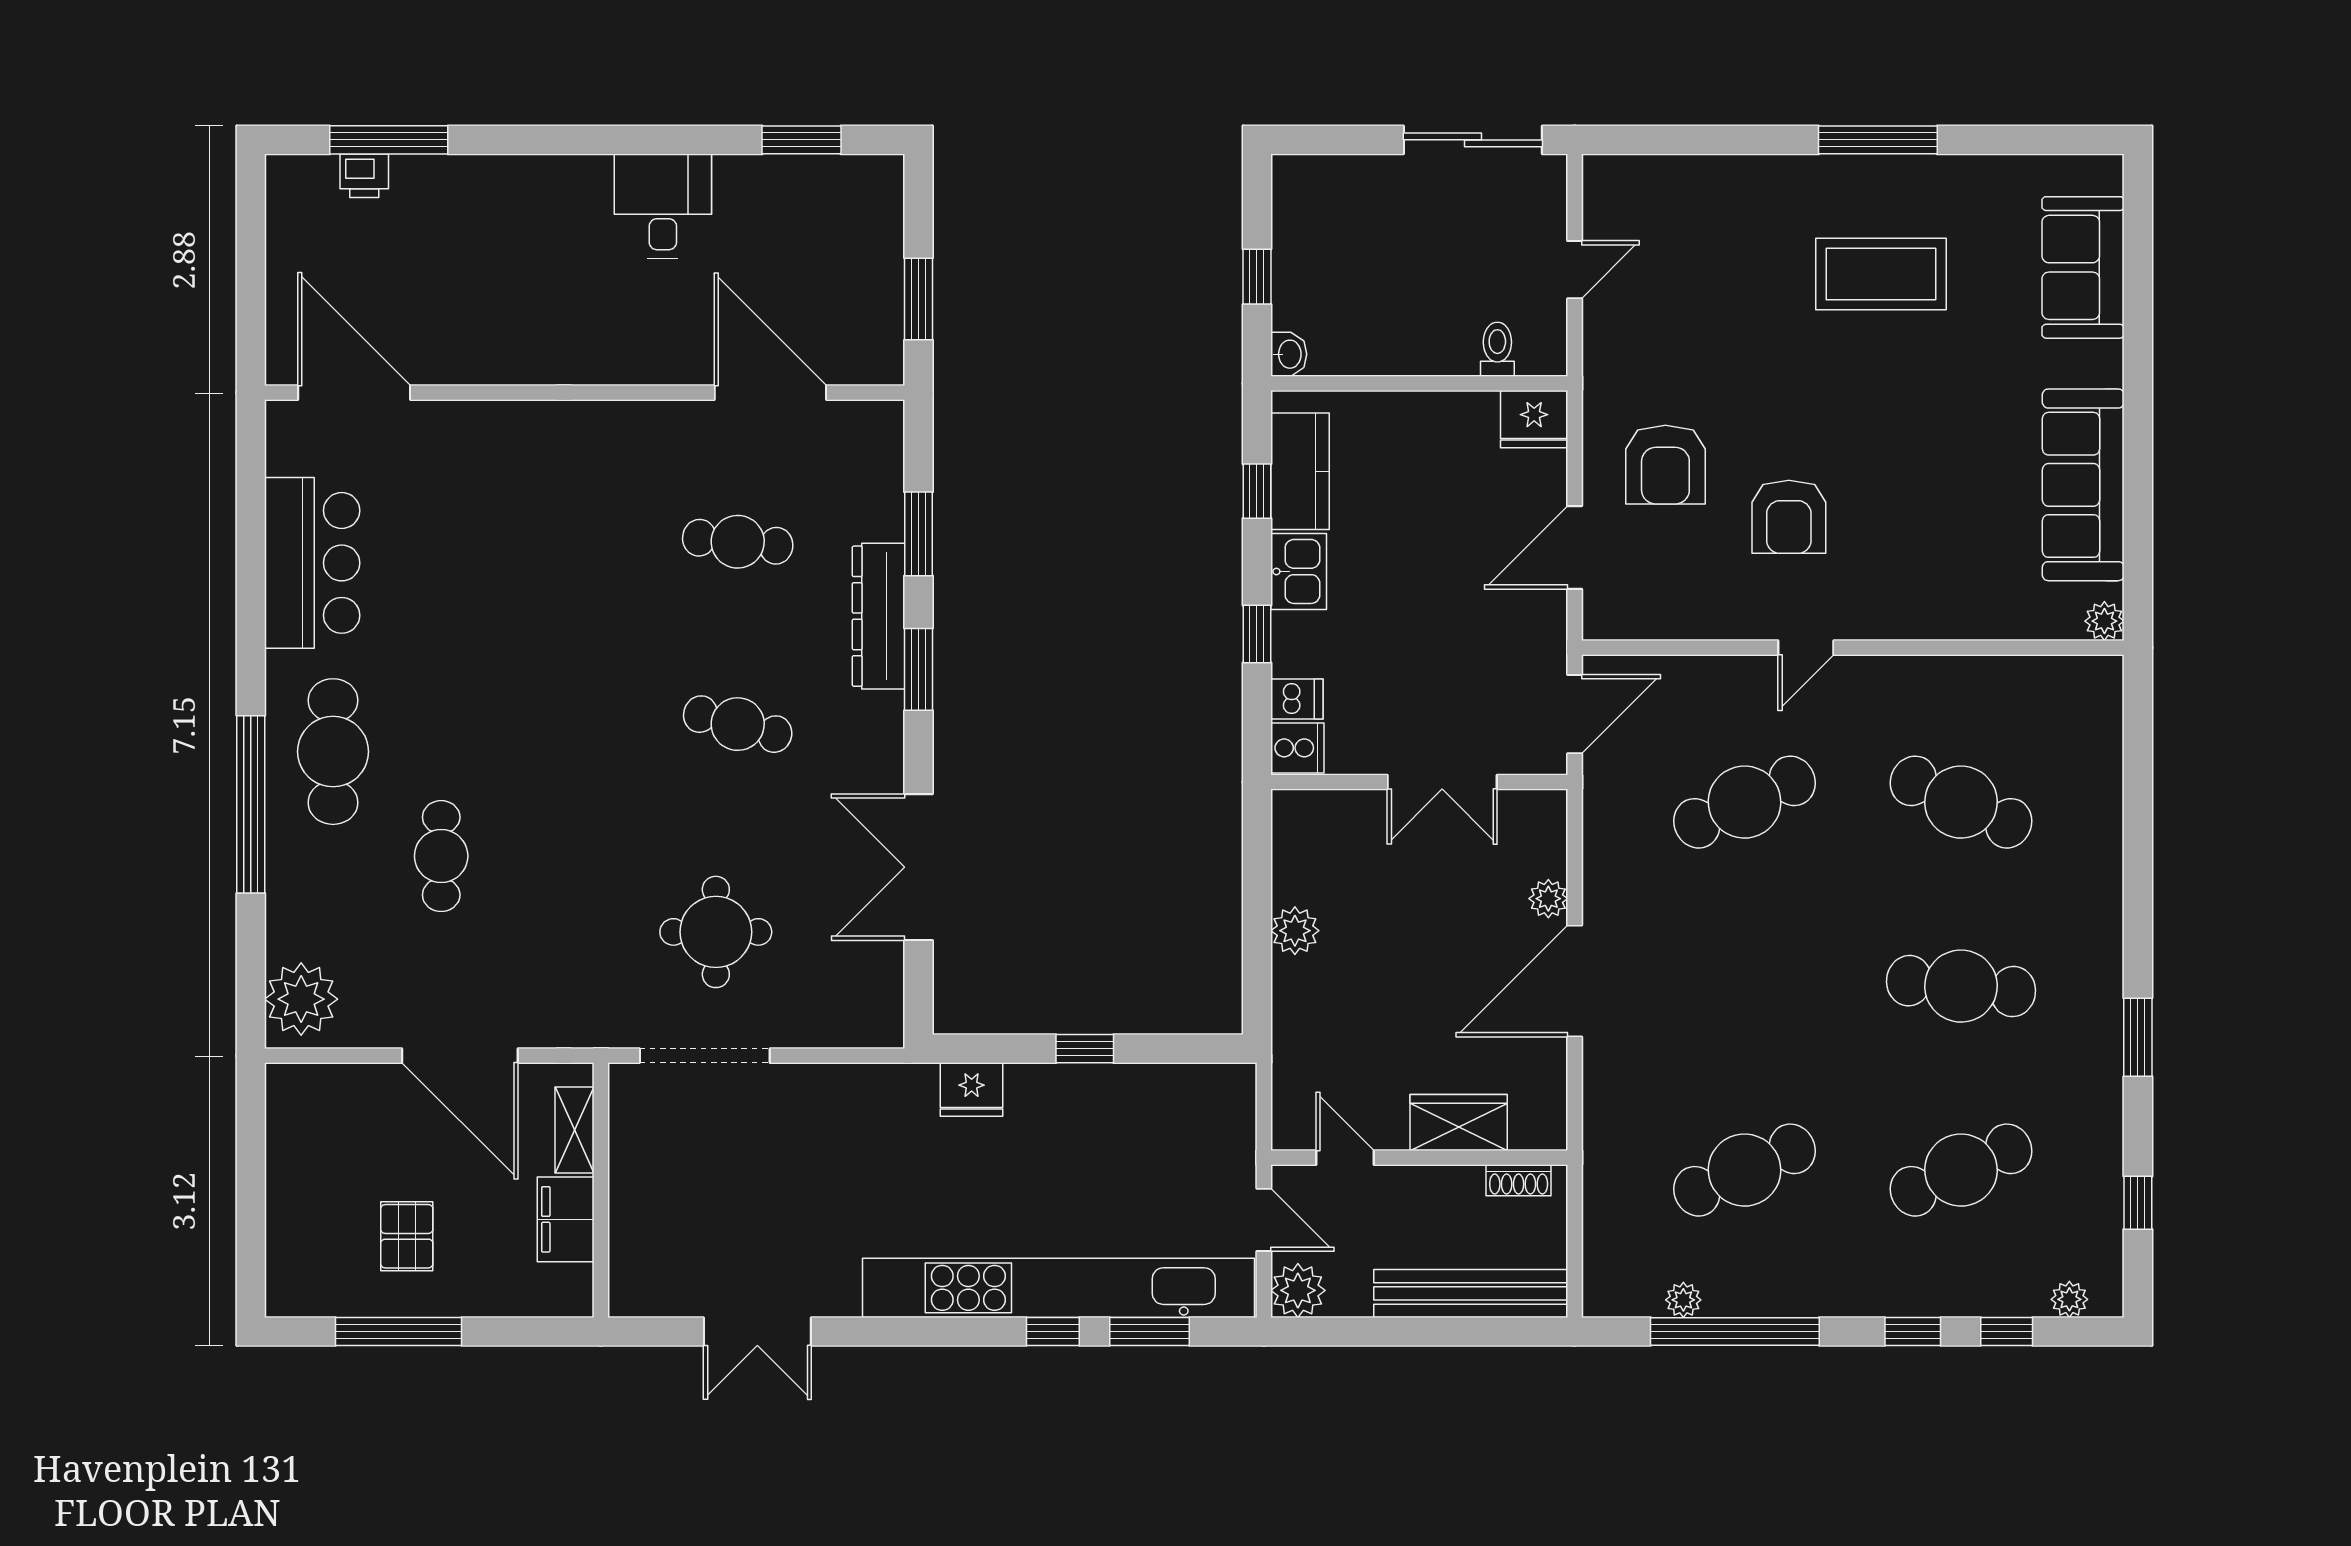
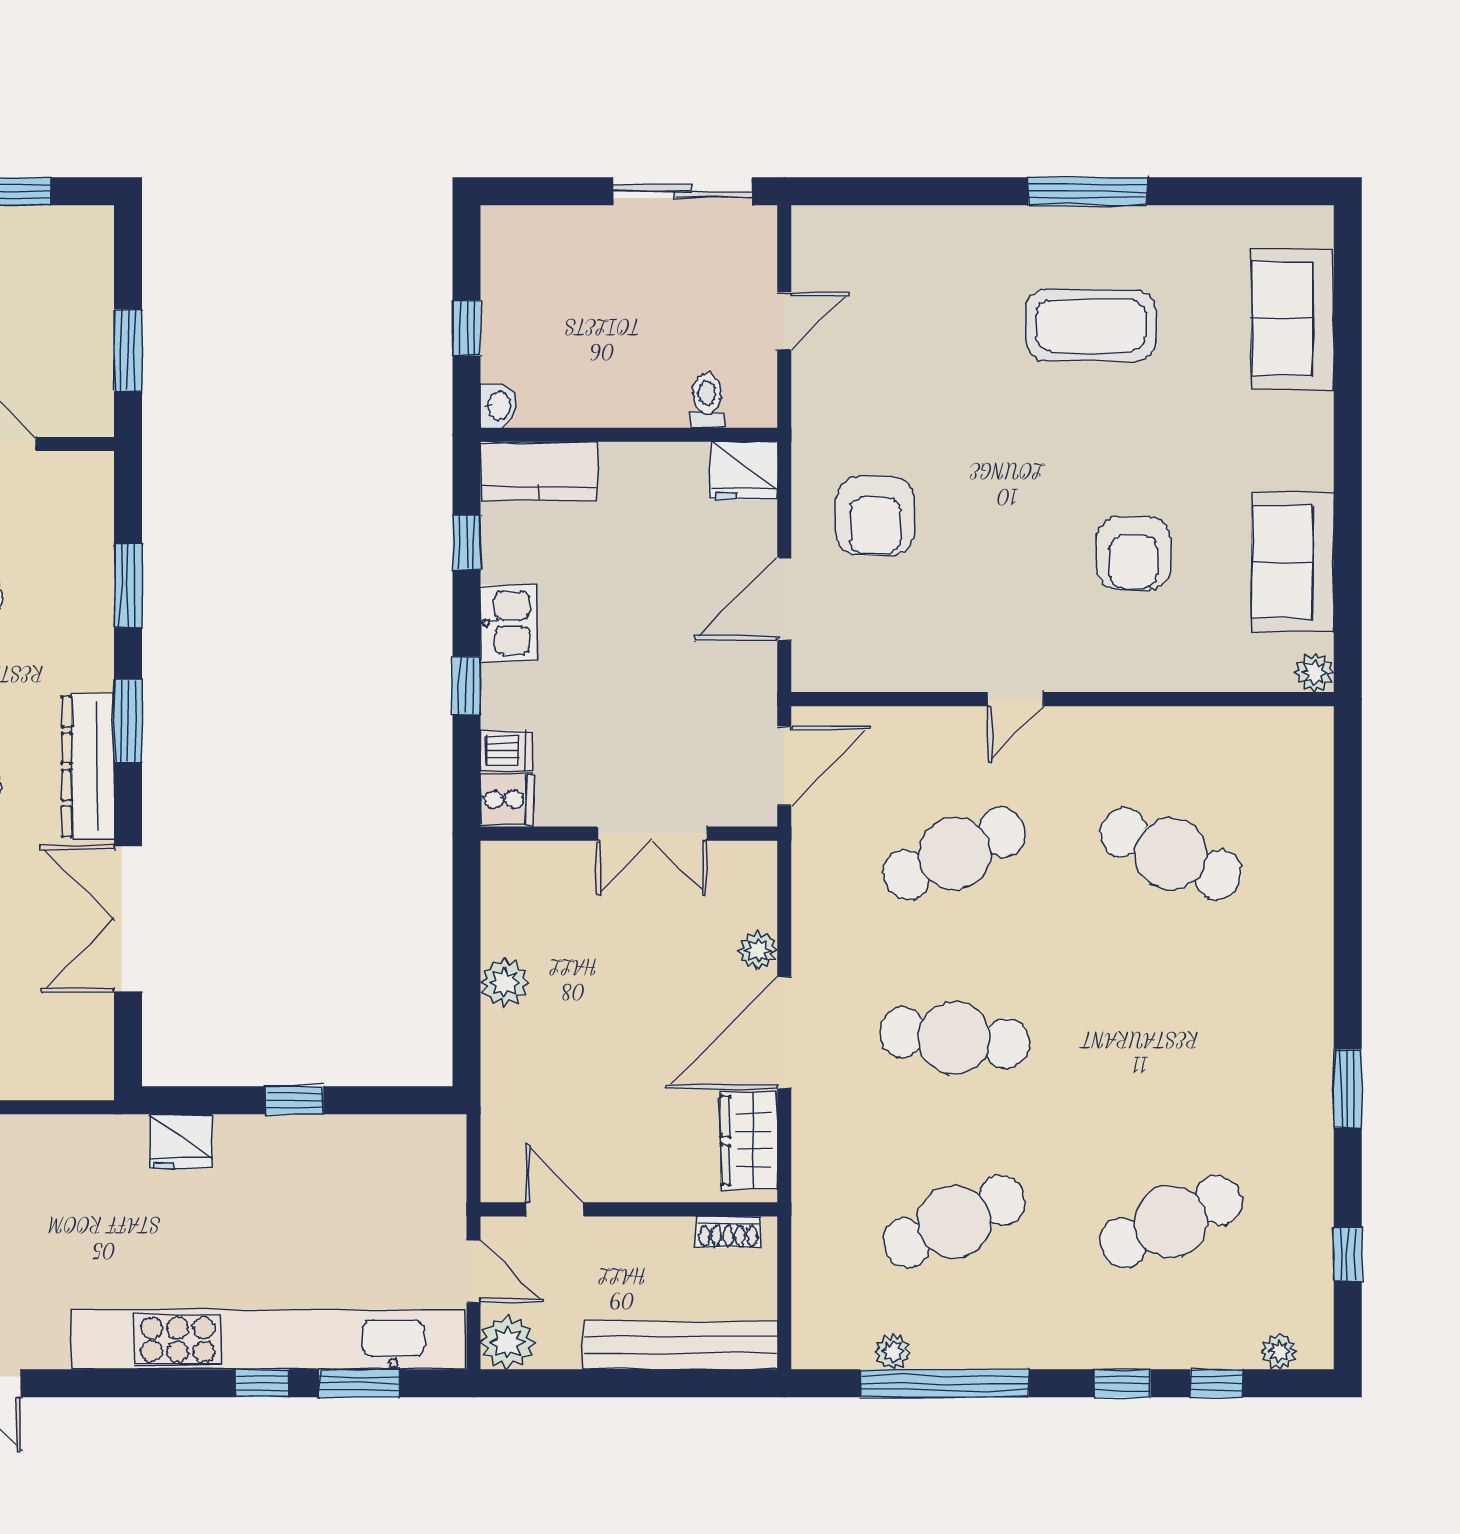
kitchen counter: (1300, 471) -> (539, 471), moved, turned 90
sofa: (2083, 485) -> (1293, 562), width x0.73
armchair: (1789, 517) -> (1134, 553), moved
dresser: (879, 616) -> (88, 767), moved
cafe table: (1961, 986) -> (954, 1038), moved
wardrobe: (1459, 1123) -> (749, 1141), moved, turned -90

